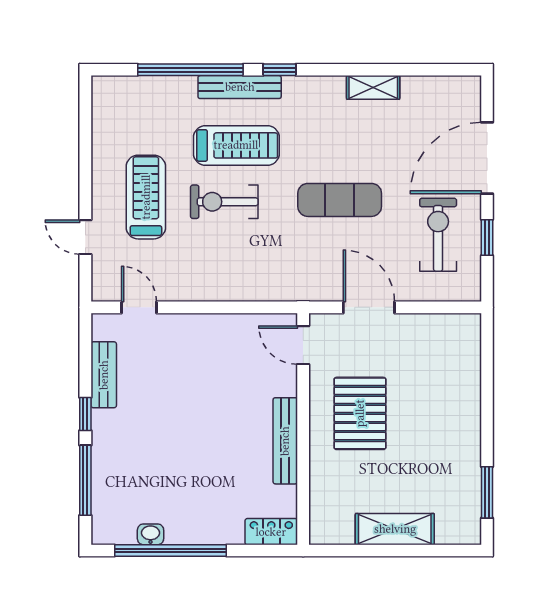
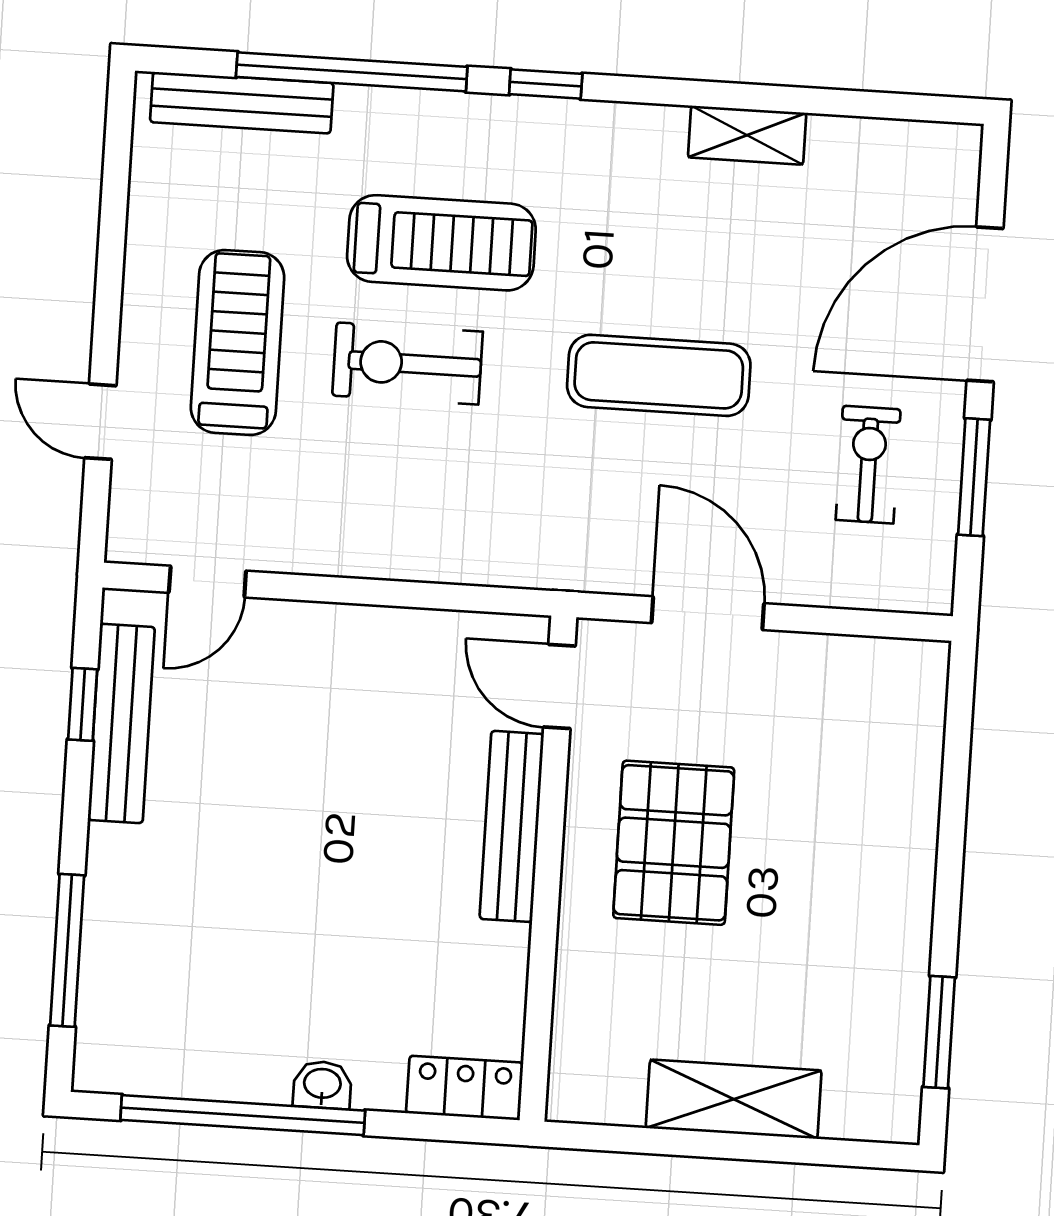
bench: (240, 87) -> (242, 103), moved
exercise bike: (438, 235) -> (868, 465), width x0.73, depth x0.72
window: (487, 237) -> (974, 477), width x1.50
door: (139, 307) -> (207, 582), swing flipped
bench: (104, 375) -> (121, 723), width x1.36
window: (85, 414) -> (83, 704), moved
bench: (285, 441) -> (512, 826), moved
washbasin: (151, 534) -> (322, 1085), moved

